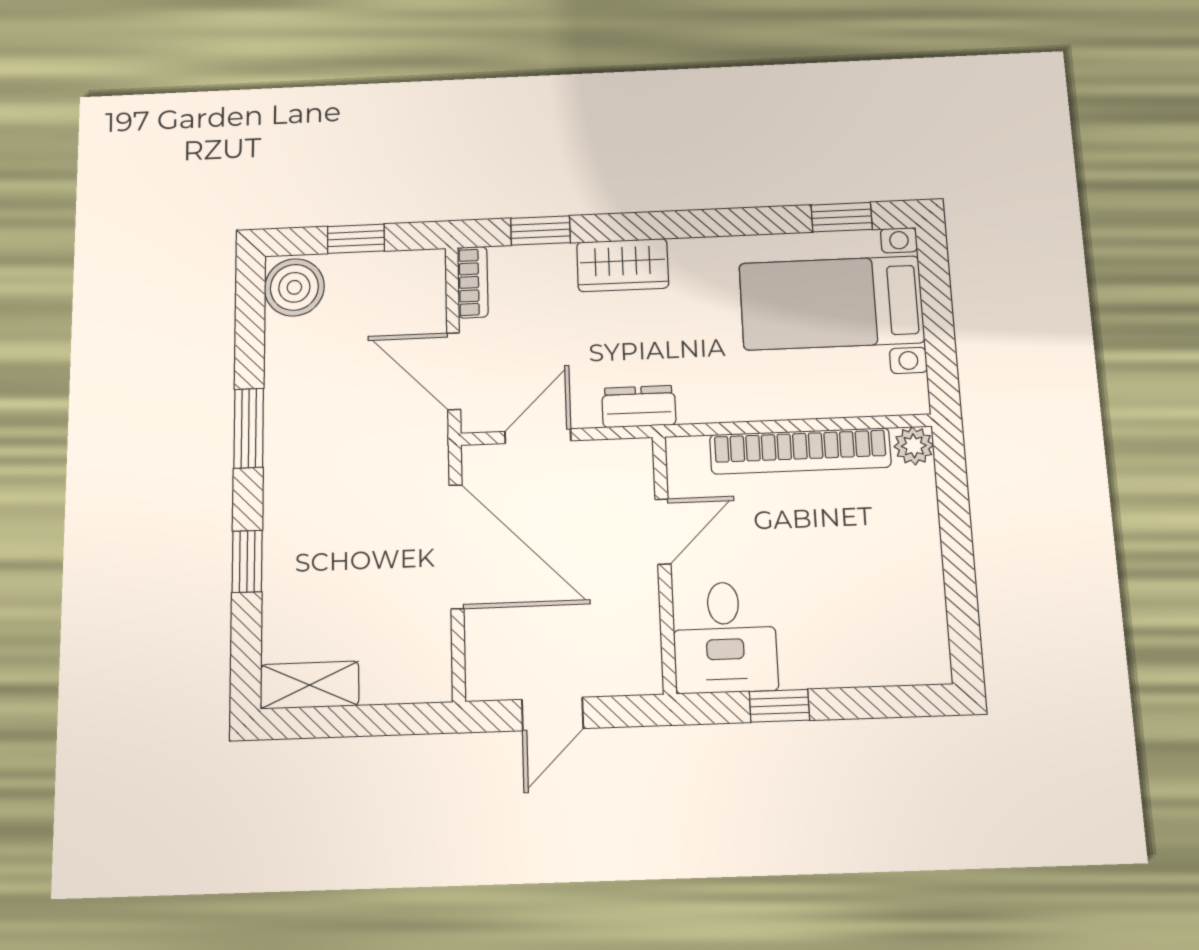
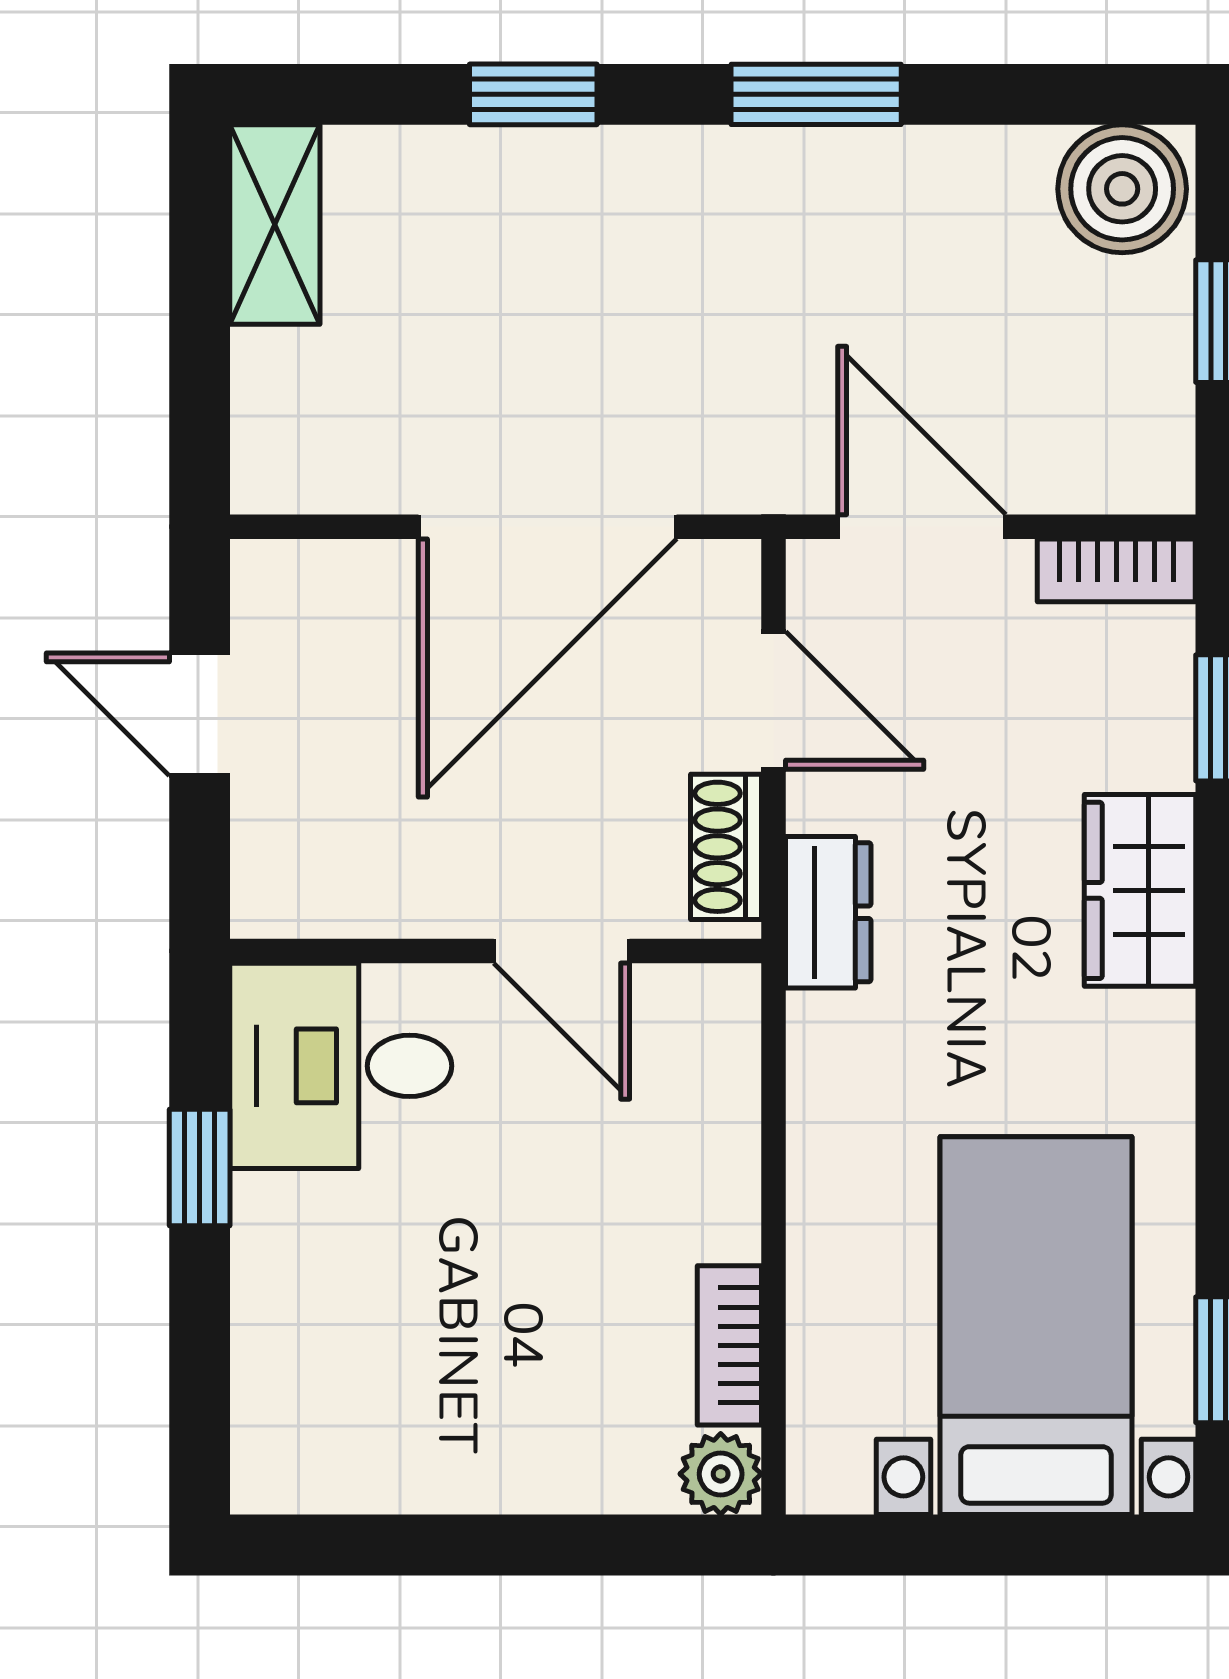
door: (454, 371) -> (922, 527), hinge flipped
bookcase: (800, 451) -> (729, 1345), width x0.43, depth x0.76
shoe rack: (609, 456) -> (726, 847), added

